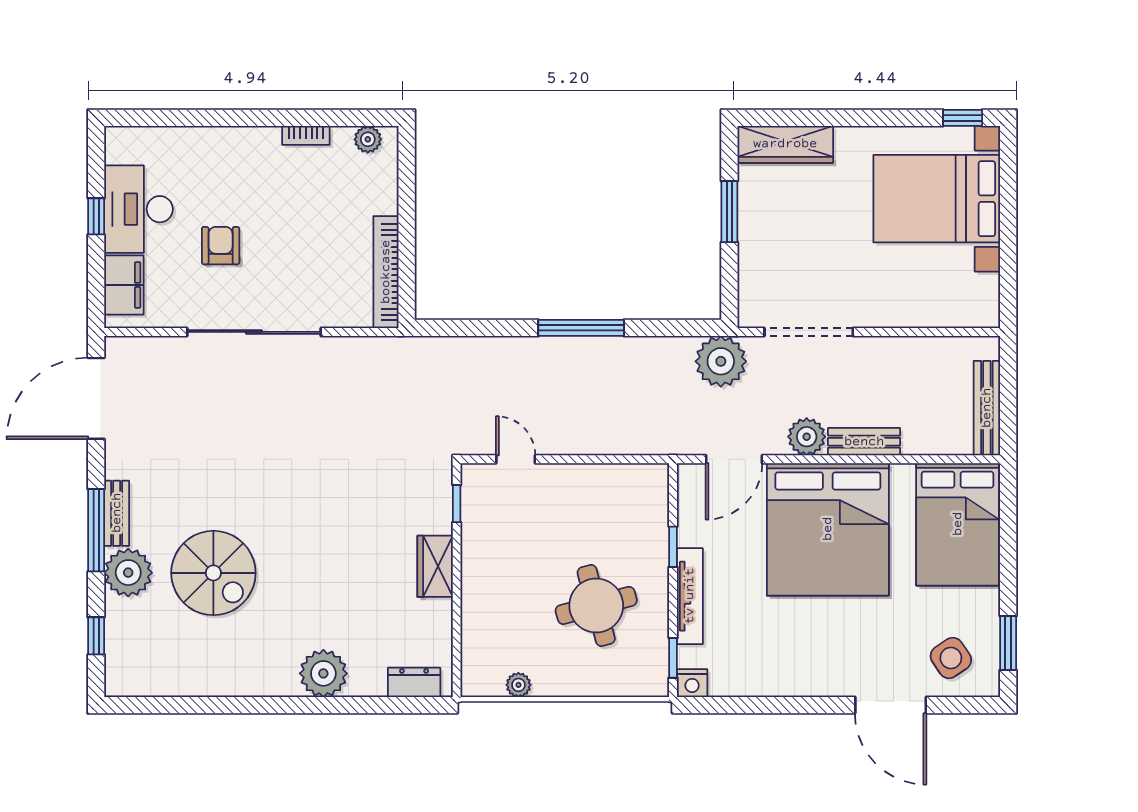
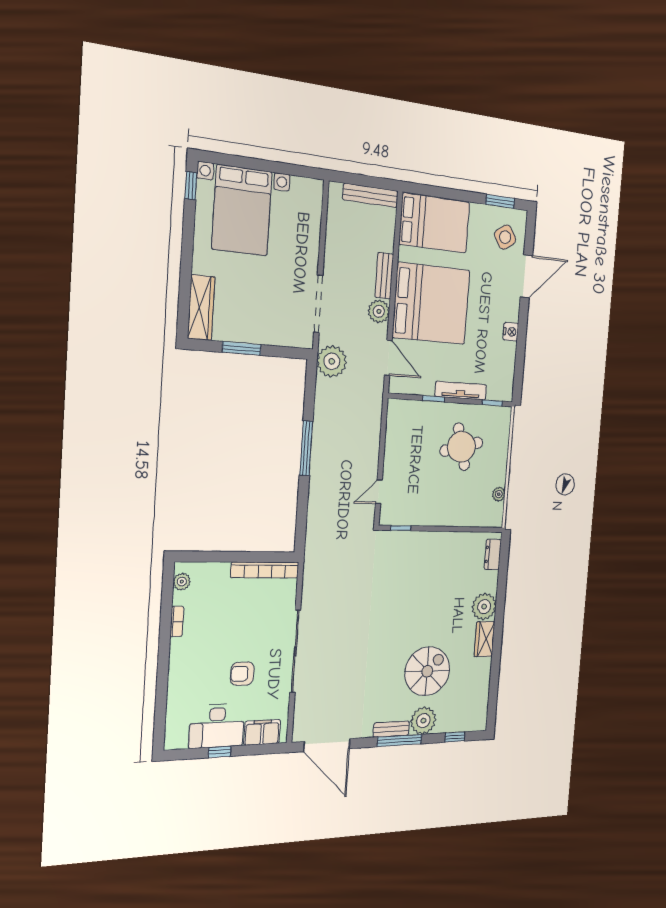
wardrobe: (435, 566) -> (485, 639), moved, turned 90
nightstand: (692, 683) -> (511, 332), moved

